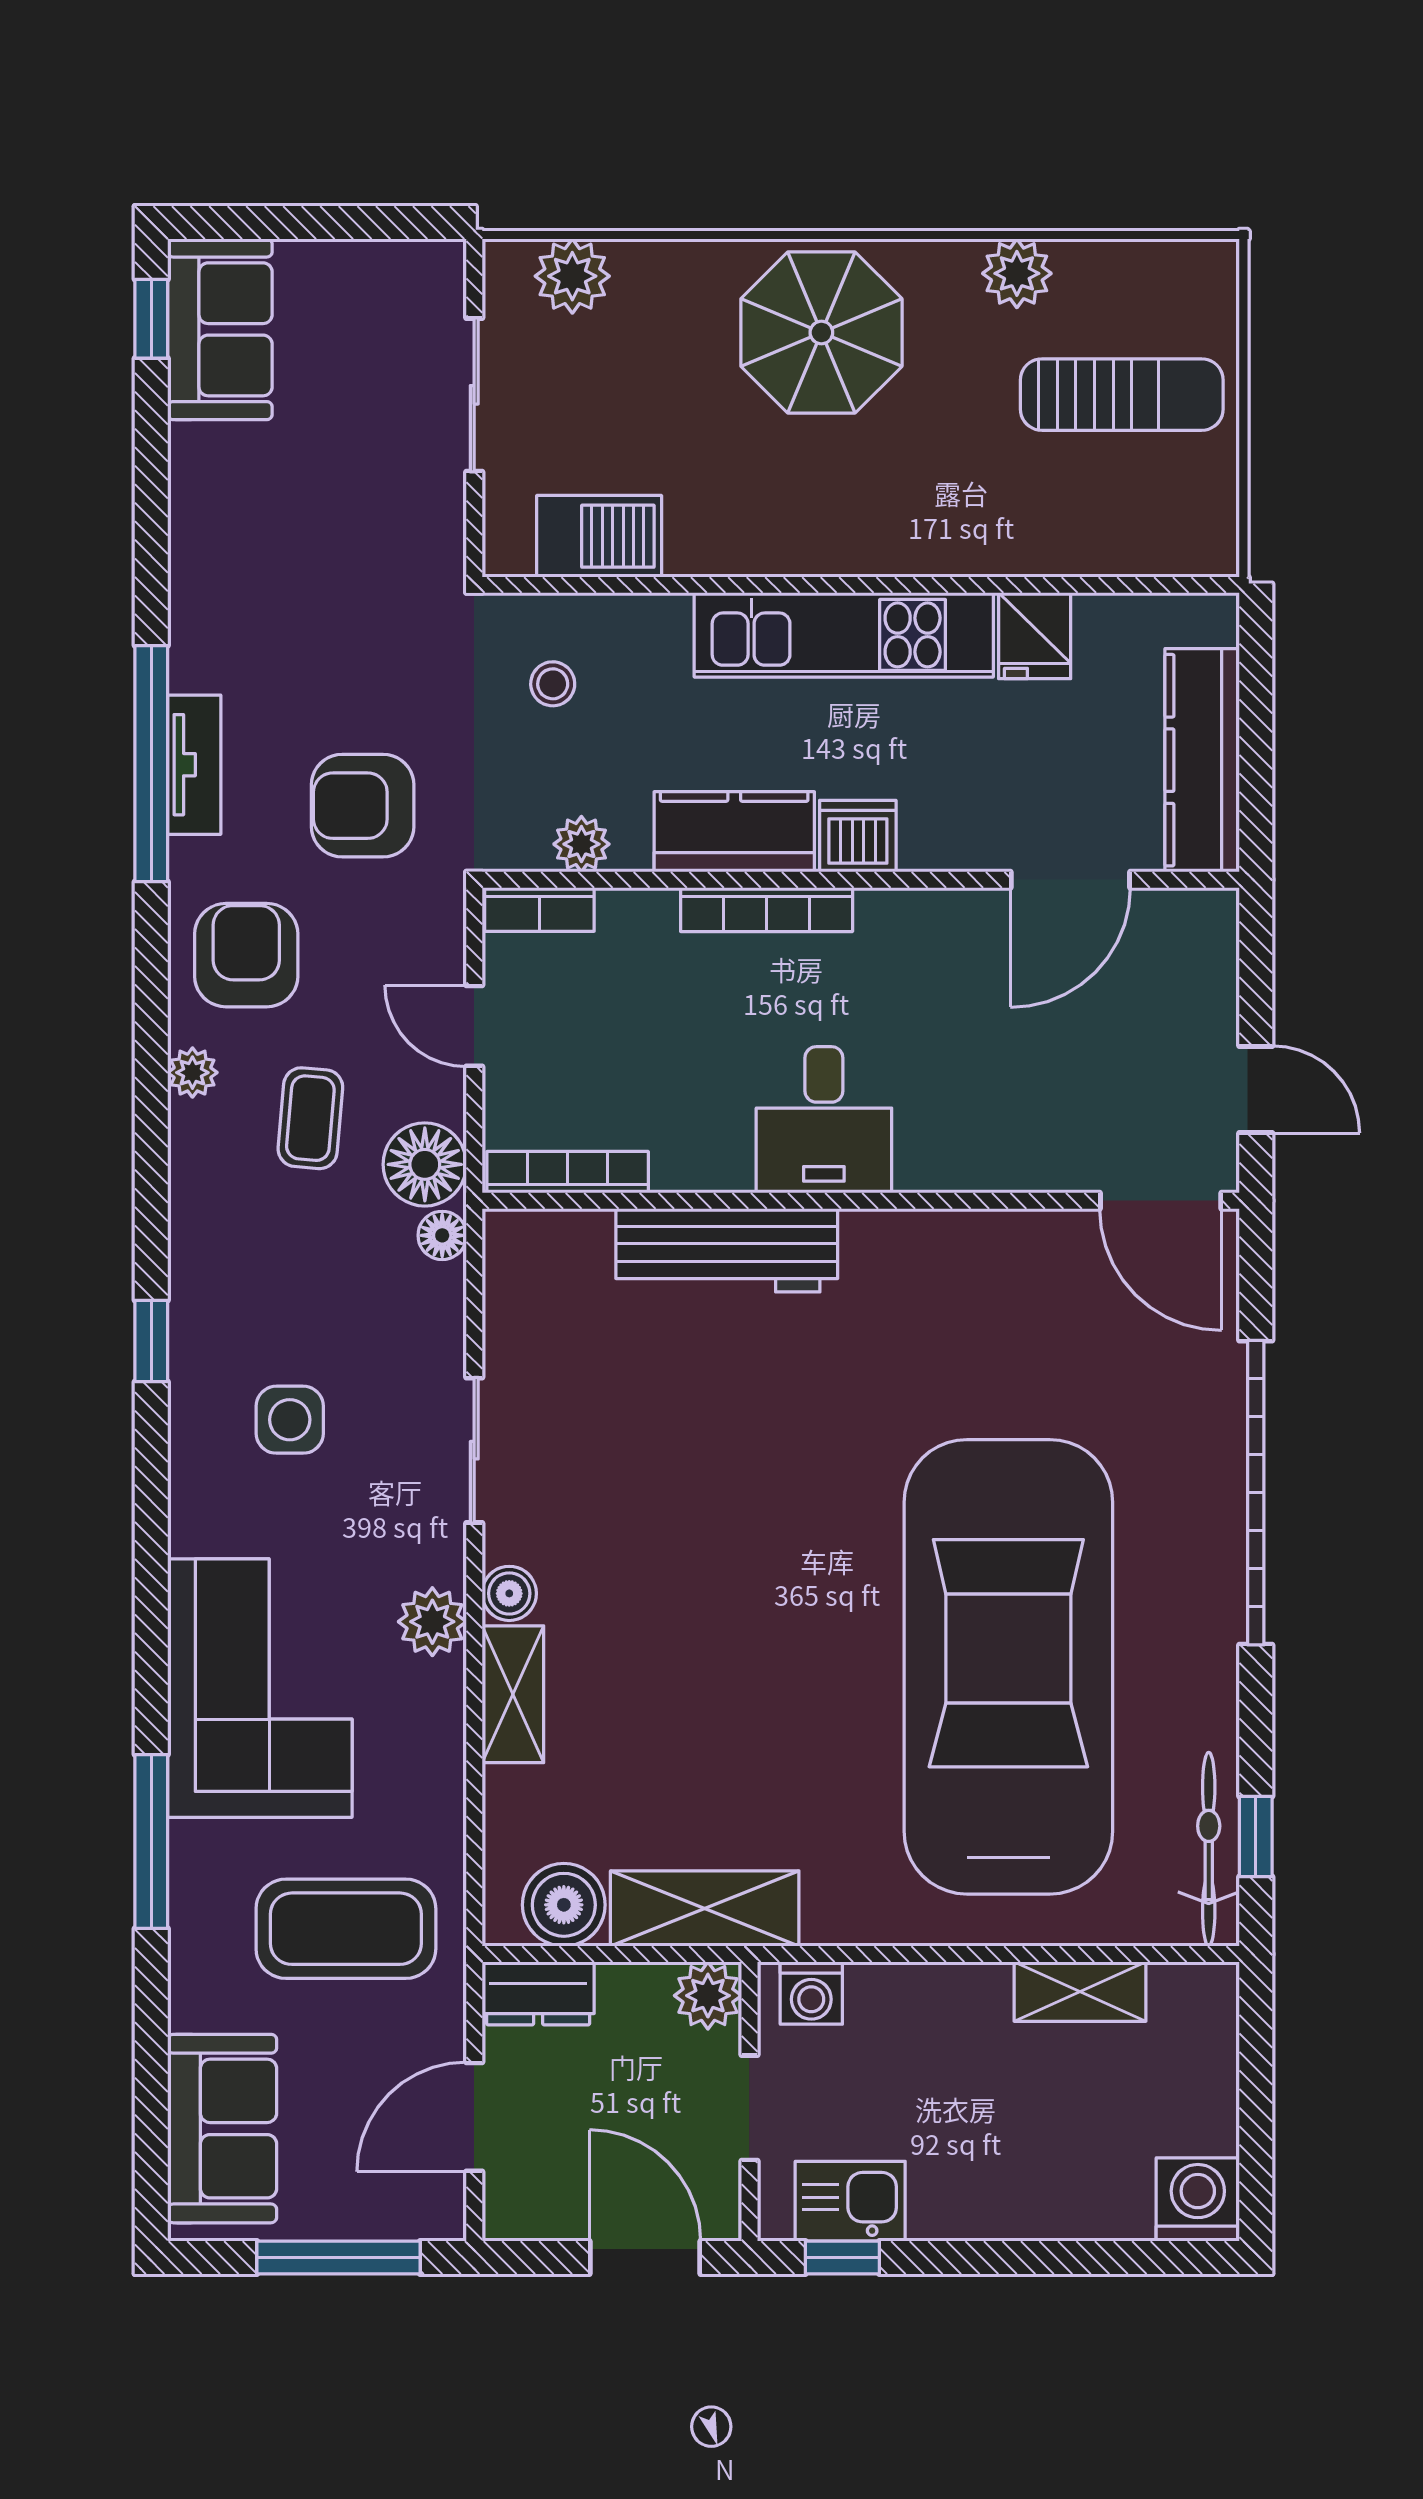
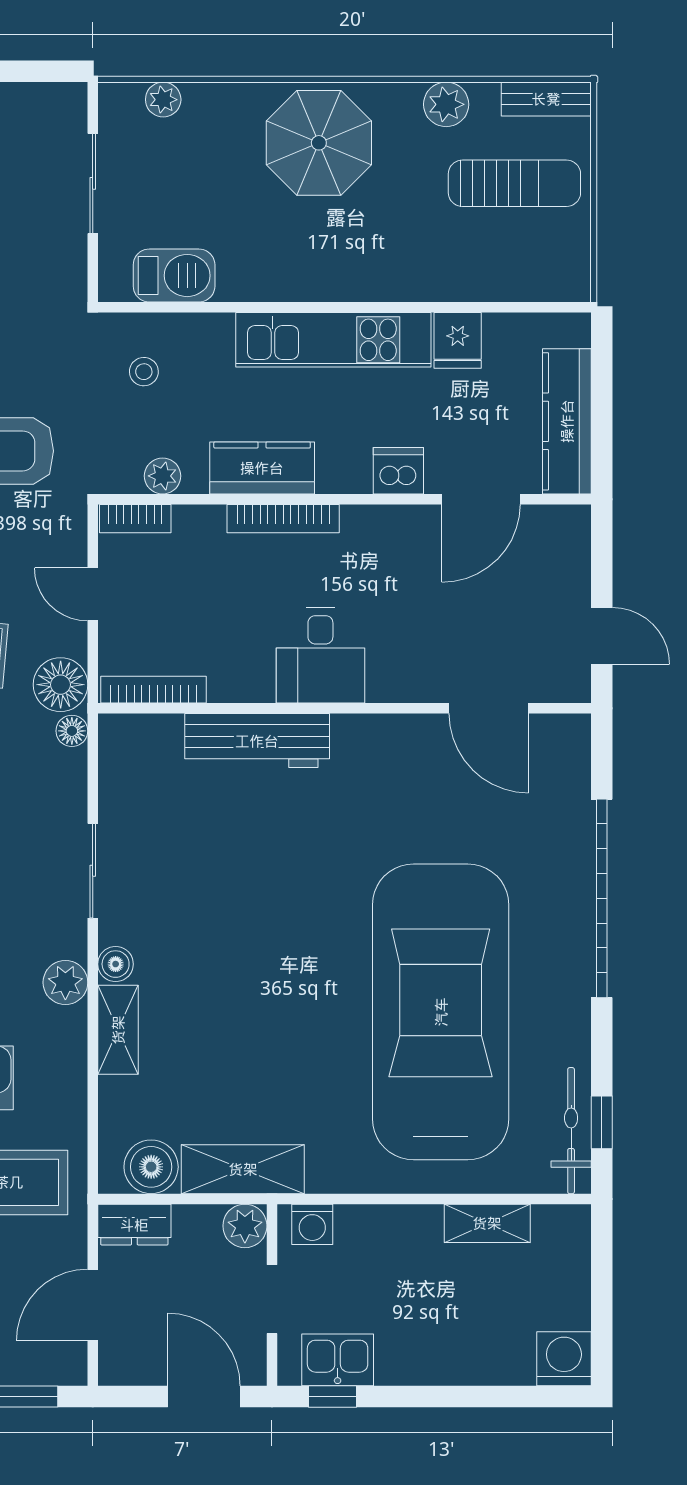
bench: (1171, 265) -> (546, 99), added
plant: (572, 276) -> (163, 100), width x0.73, depth x0.73
dishwasher: (858, 836) -> (398, 471), moved
door: (1161, 1201) -> (489, 708), moved

